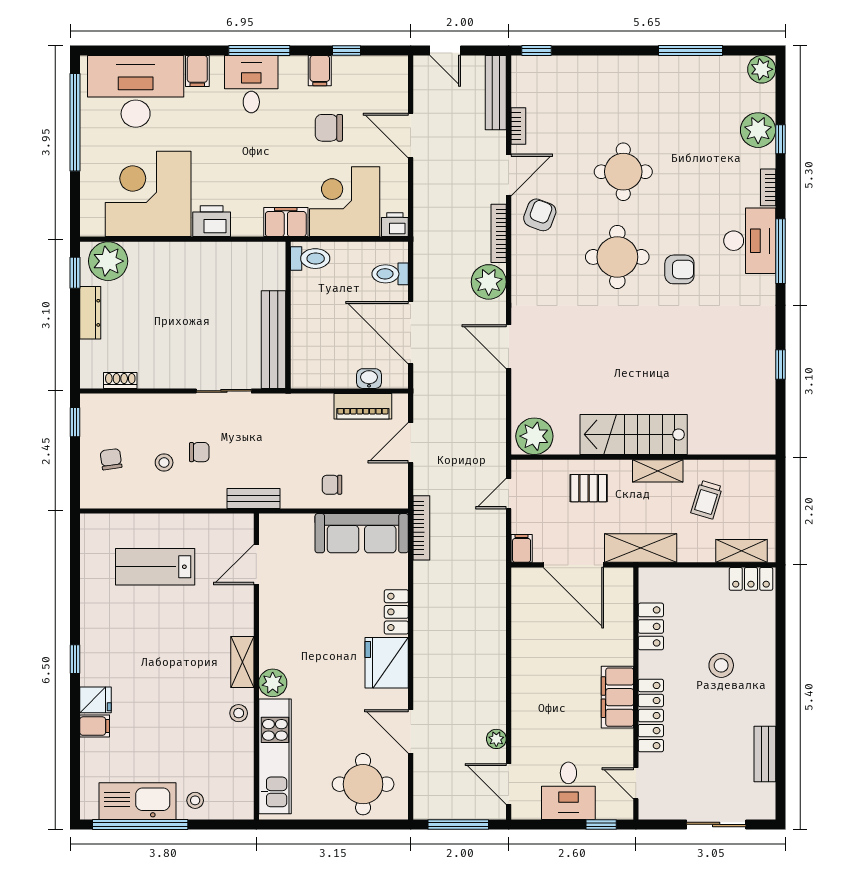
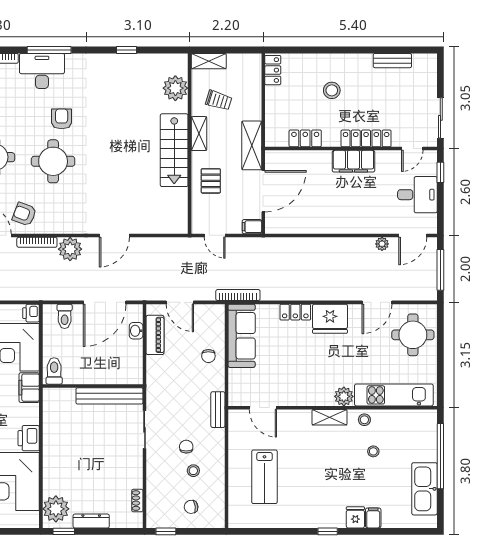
plant: (534, 436) -> (175, 88), moved
shelving: (741, 551) -> (209, 61), moved, turned 90
stool: (195, 800) -> (373, 451), moved
window: (140, 824) -> (440, 456), moved
sliding door: (716, 824) -> (440, 118), moved

